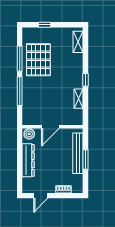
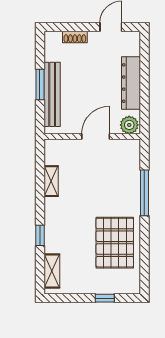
window: (20, 59) -> (144, 244), removed
window: (85, 80) -> (40, 235), moved

